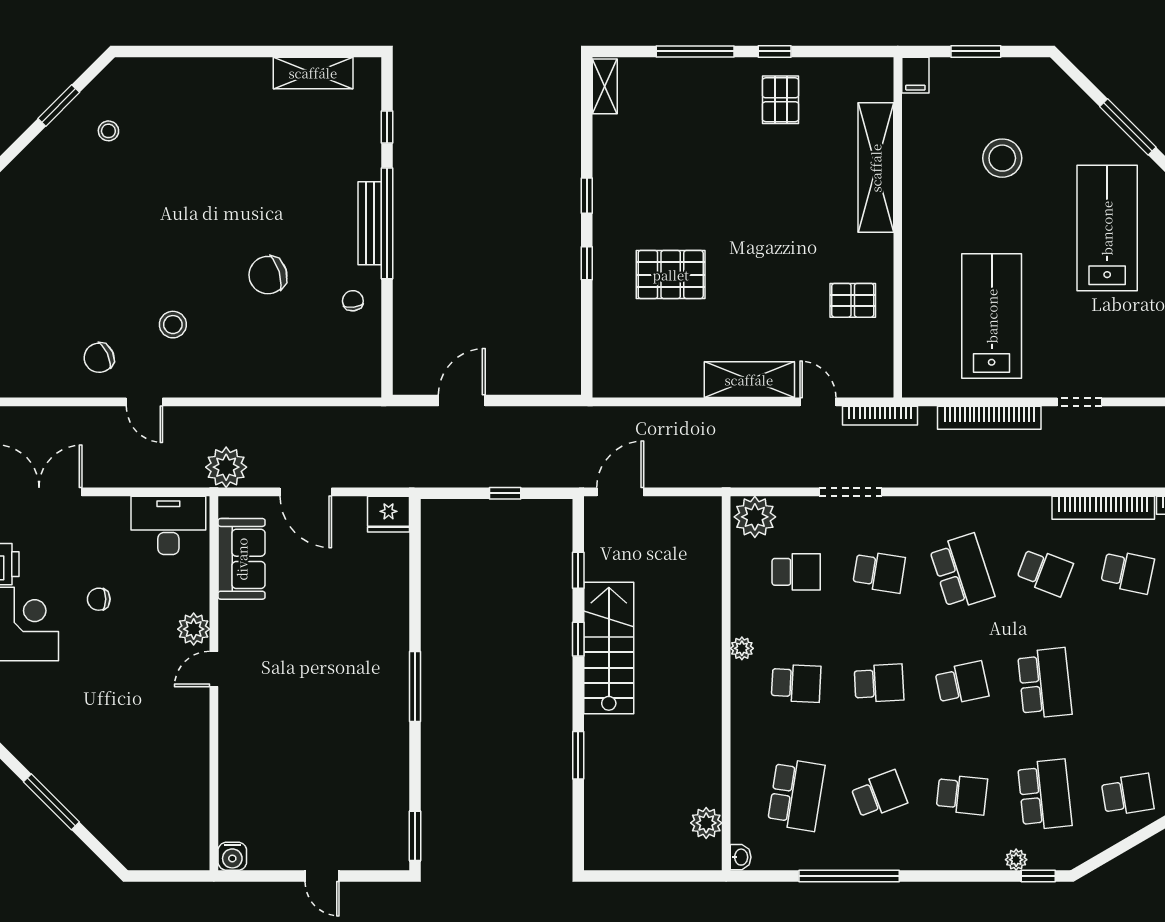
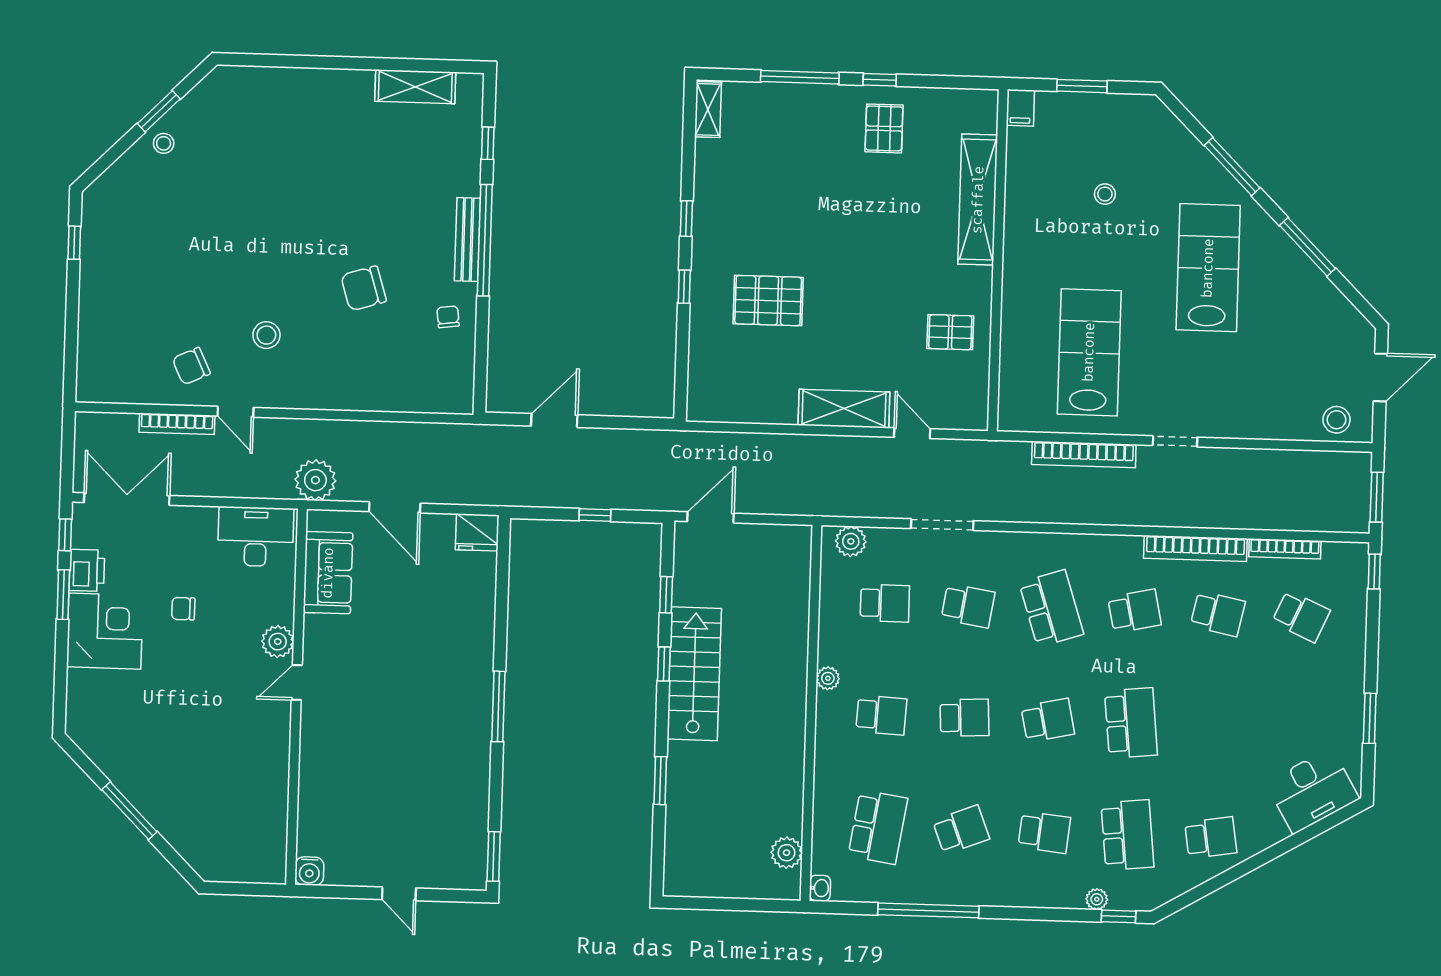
stool: (108, 131) -> (164, 143), moved
stool: (1002, 158) -> (1105, 194), width x0.53, depth x0.53
bookcase: (880, 416) -> (177, 424), moved
plant: (755, 517) -> (851, 541), width x0.73, depth x0.73
school desk: (1045, 572) -> (1135, 611), turned -33

